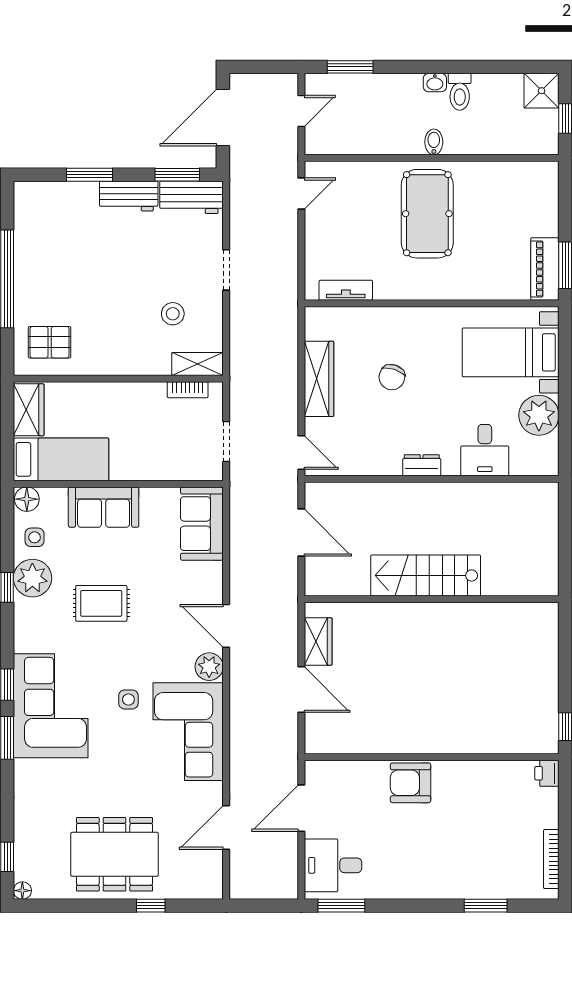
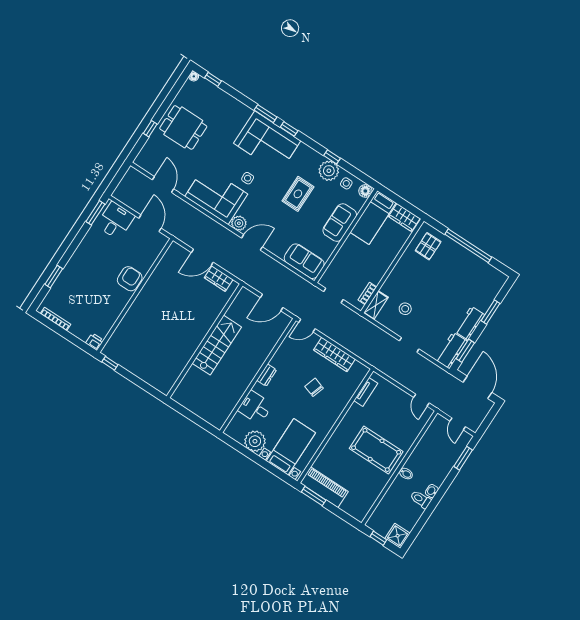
piano: (545, 269) -> (324, 487), width x1.37, depth x1.33
dining table: (114, 854) -> (183, 127), width x0.73

